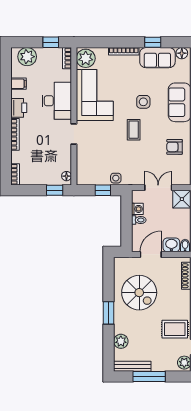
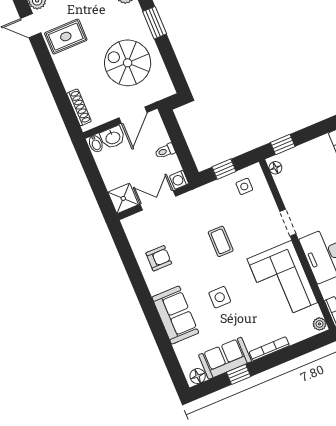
plant: (86, 58) -> (319, 324), width x0.53, depth x0.53
coffee table: (134, 130) -> (221, 241), moved
side table: (116, 178) -> (244, 186), moved
double door: (158, 188) -> (158, 200), swing flipped
washing machine: (137, 209) -> (179, 180), moved

